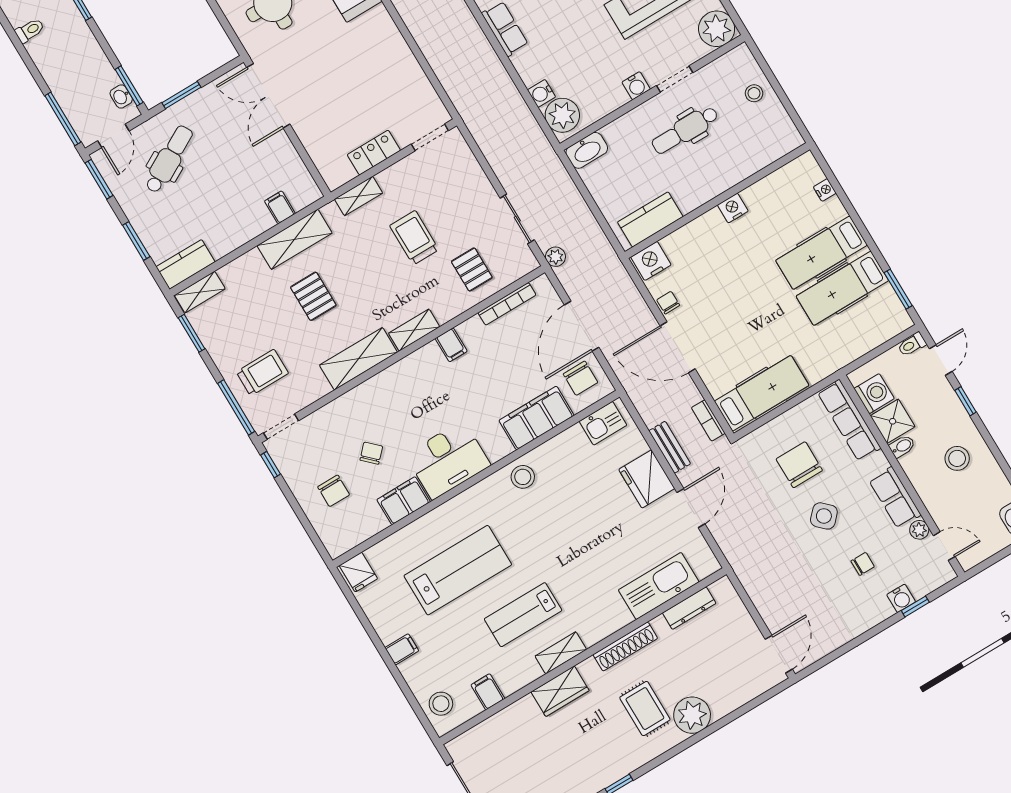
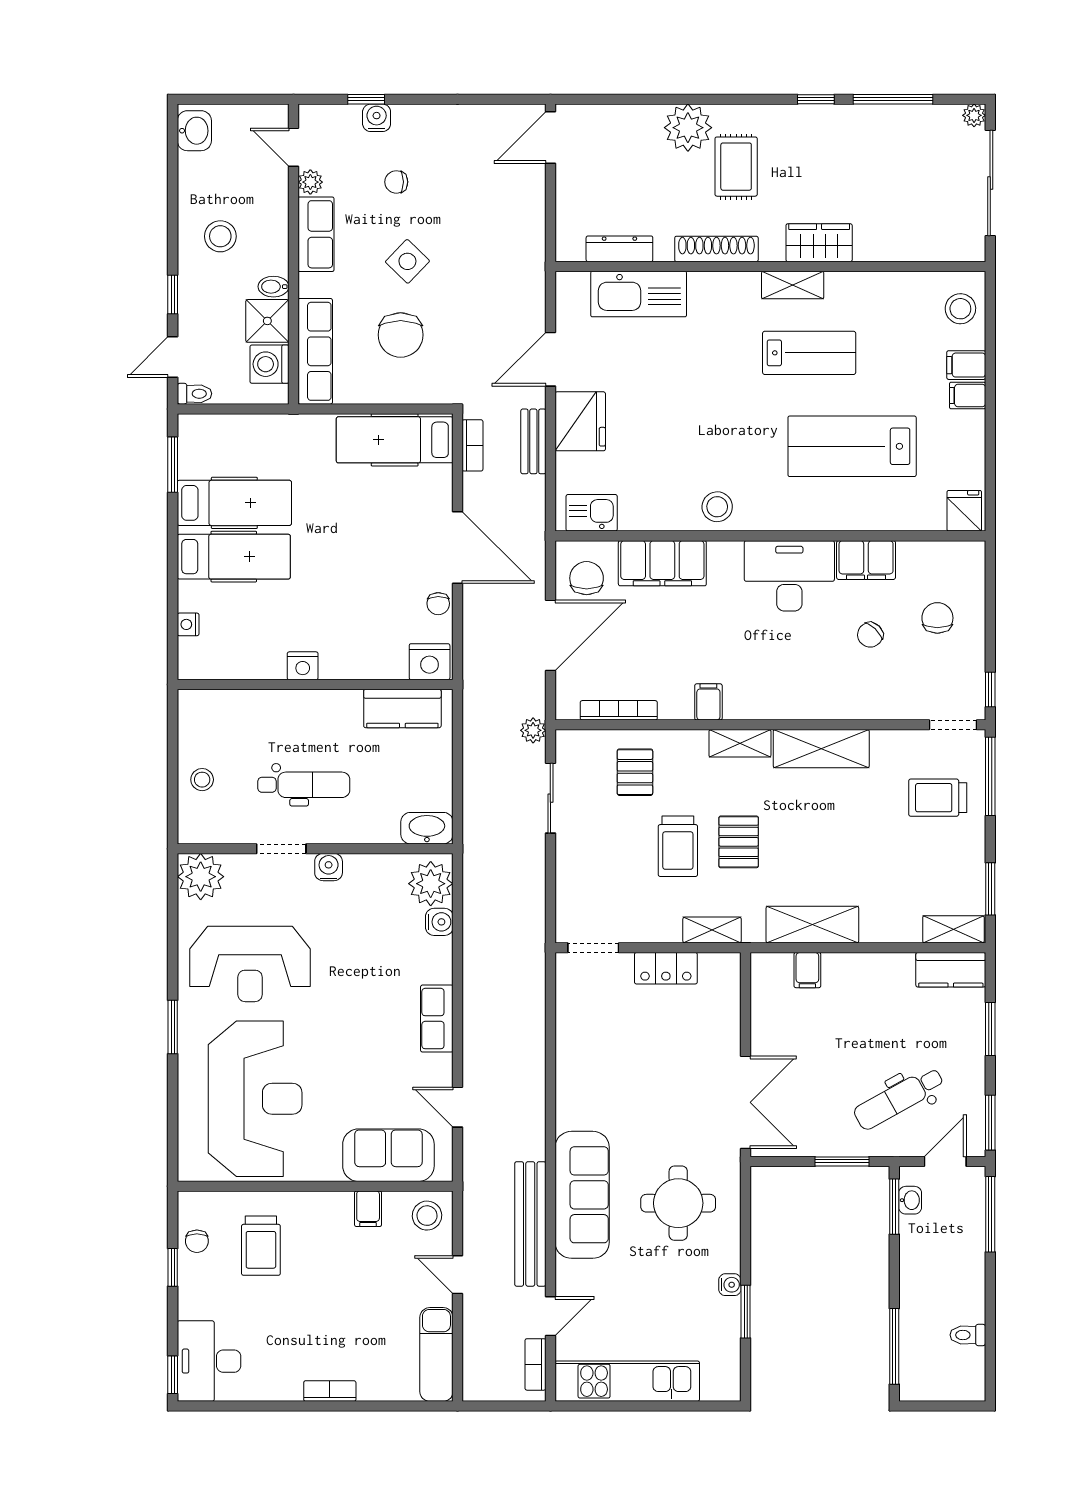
pallet: (313, 296) -> (739, 842), moved
filing cabinet: (488, 692) -> (966, 365), moved, turned 90

